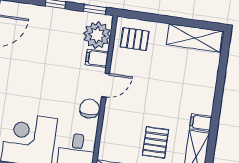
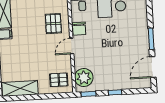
filing cabinet: (97, 58) -> (81, 62), removed
pallet: (155, 142) -> (53, 24), moved

